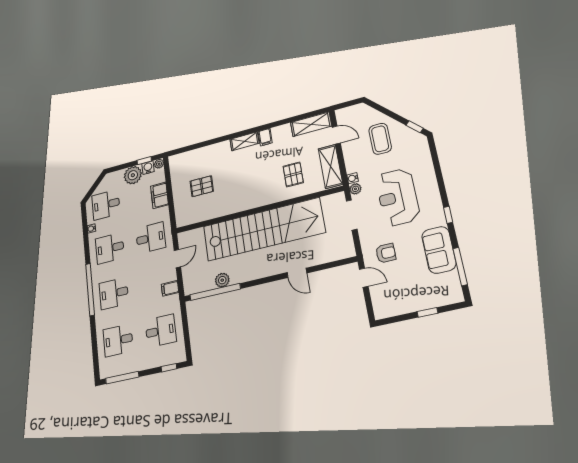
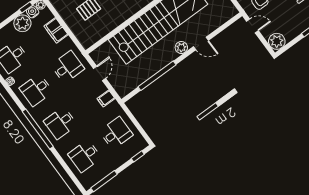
plant: (222, 280) -> (181, 47), moved
window: (215, 292) -> (157, 76), moved
plant: (383, 308) -> (277, 41), added

